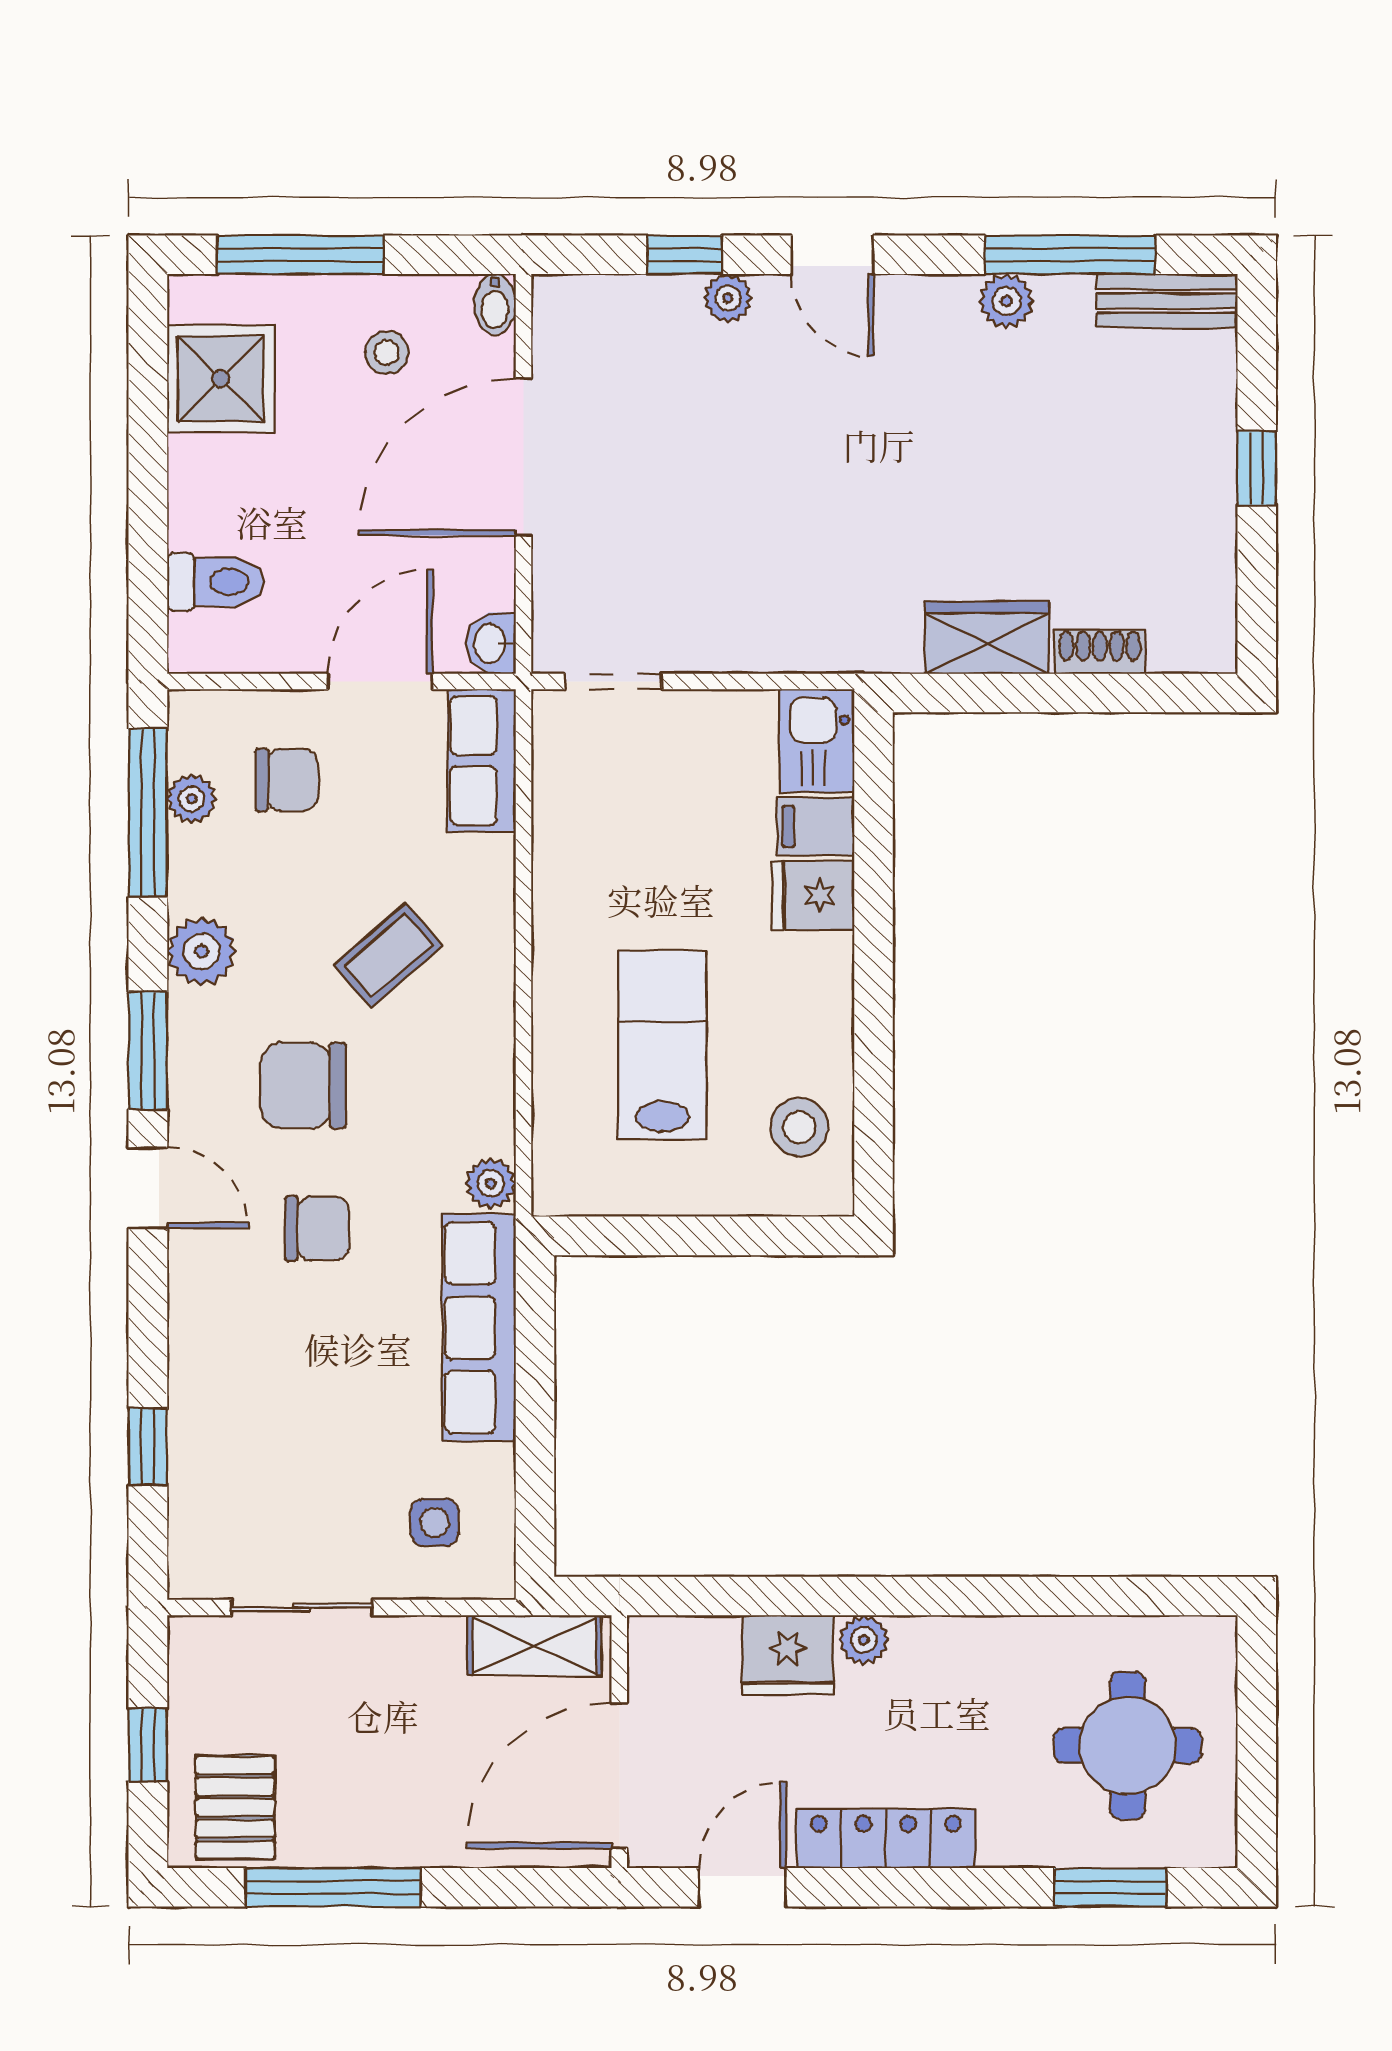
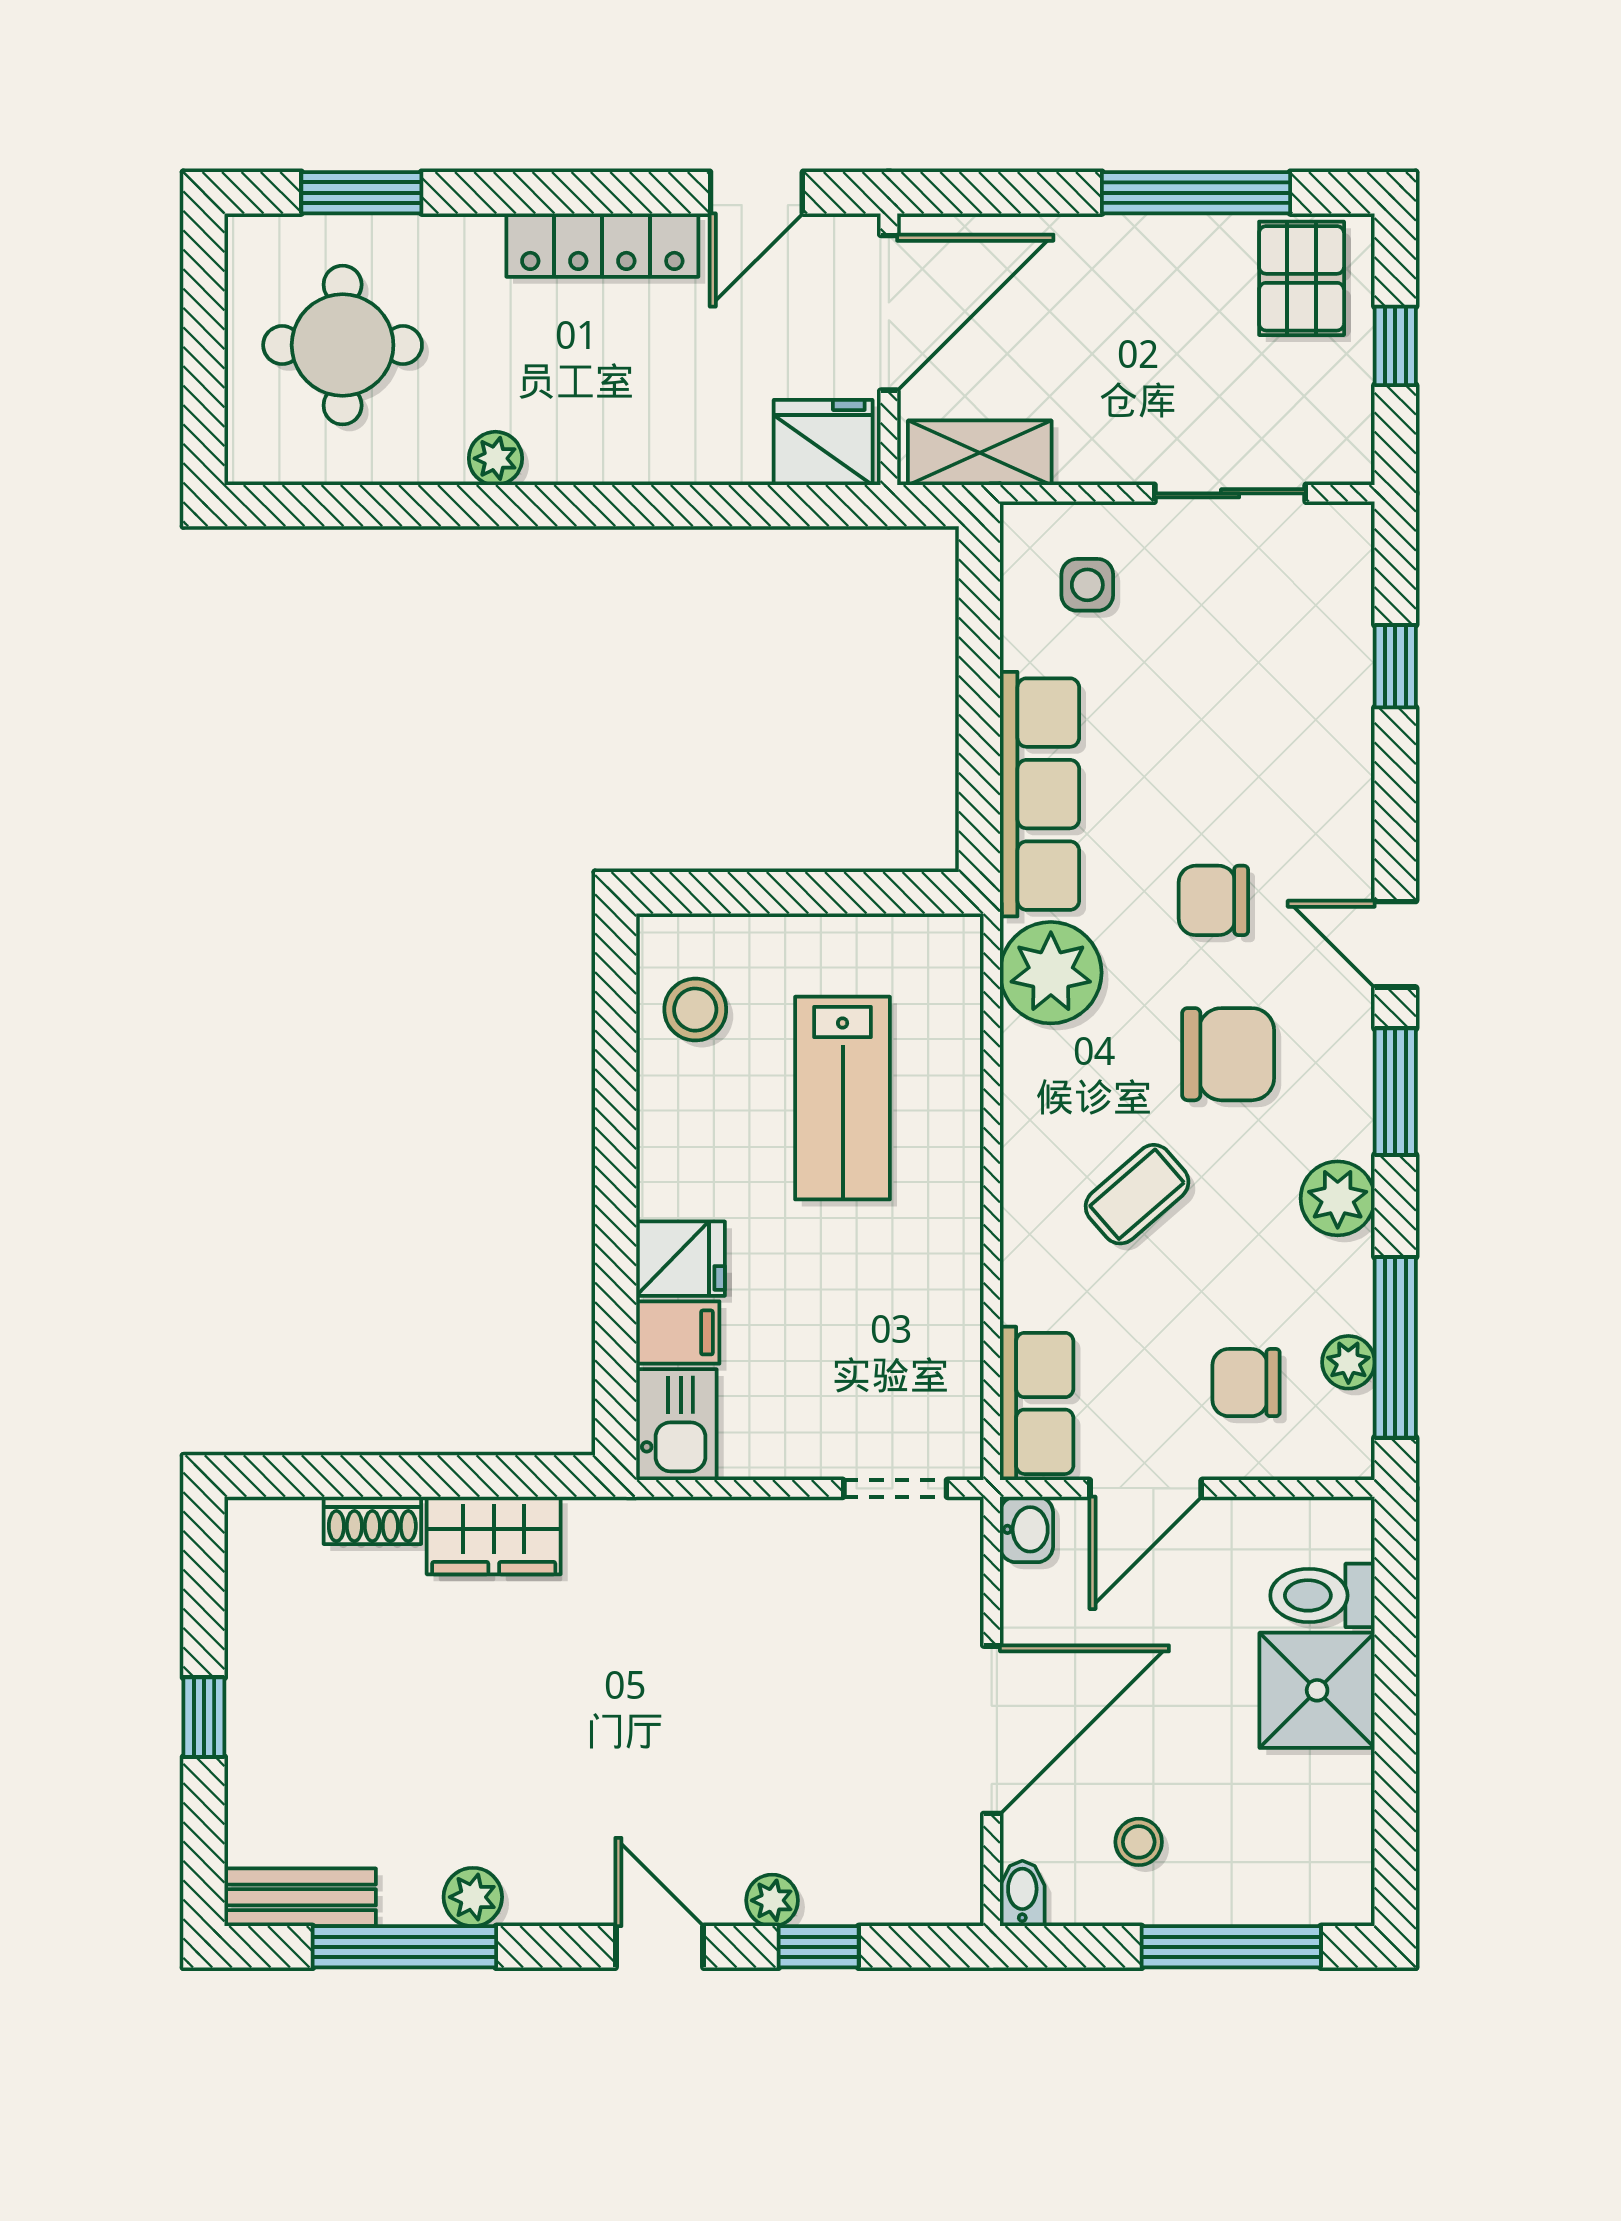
shower: (221, 379) -> (1317, 1690), moved
plant: (491, 1183) -> (1051, 973), width x1.88, depth x1.88
plant: (864, 1640) -> (495, 458), moved
fridge: (788, 1655) -> (823, 442), moved

